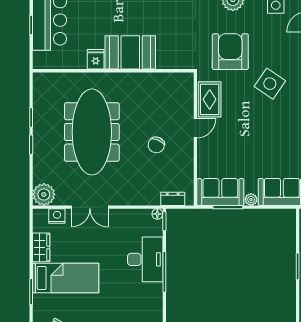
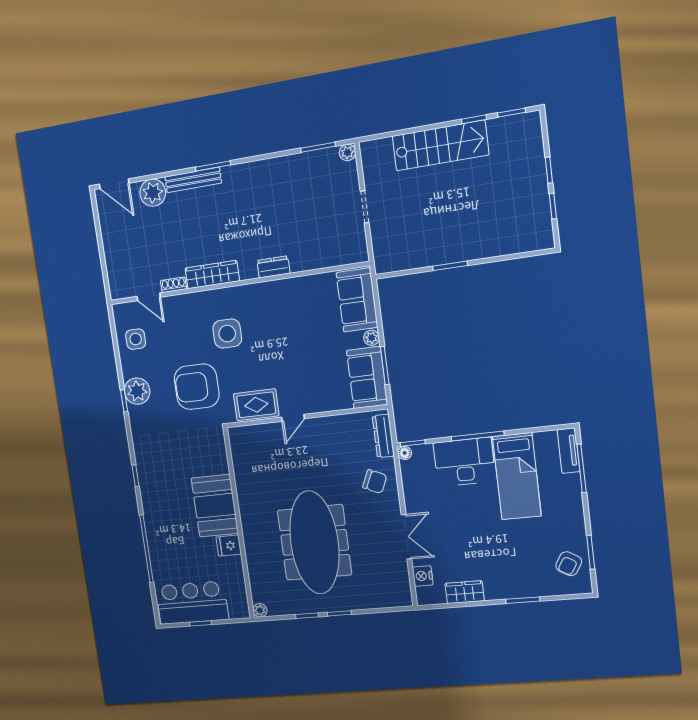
side table: (270, 84) -> (227, 334), turned -34
door: (195, 128) -> (293, 418), swing flipped
meeting table: (92, 132) -> (314, 542), turned 90
chair: (156, 145) -> (375, 482), moved
plant: (44, 194) -> (260, 610), moved, width x0.53, depth x0.53
dresser: (173, 199) -> (383, 436), width x1.44
bed: (66, 278) -> (517, 476), moved, turned 180

